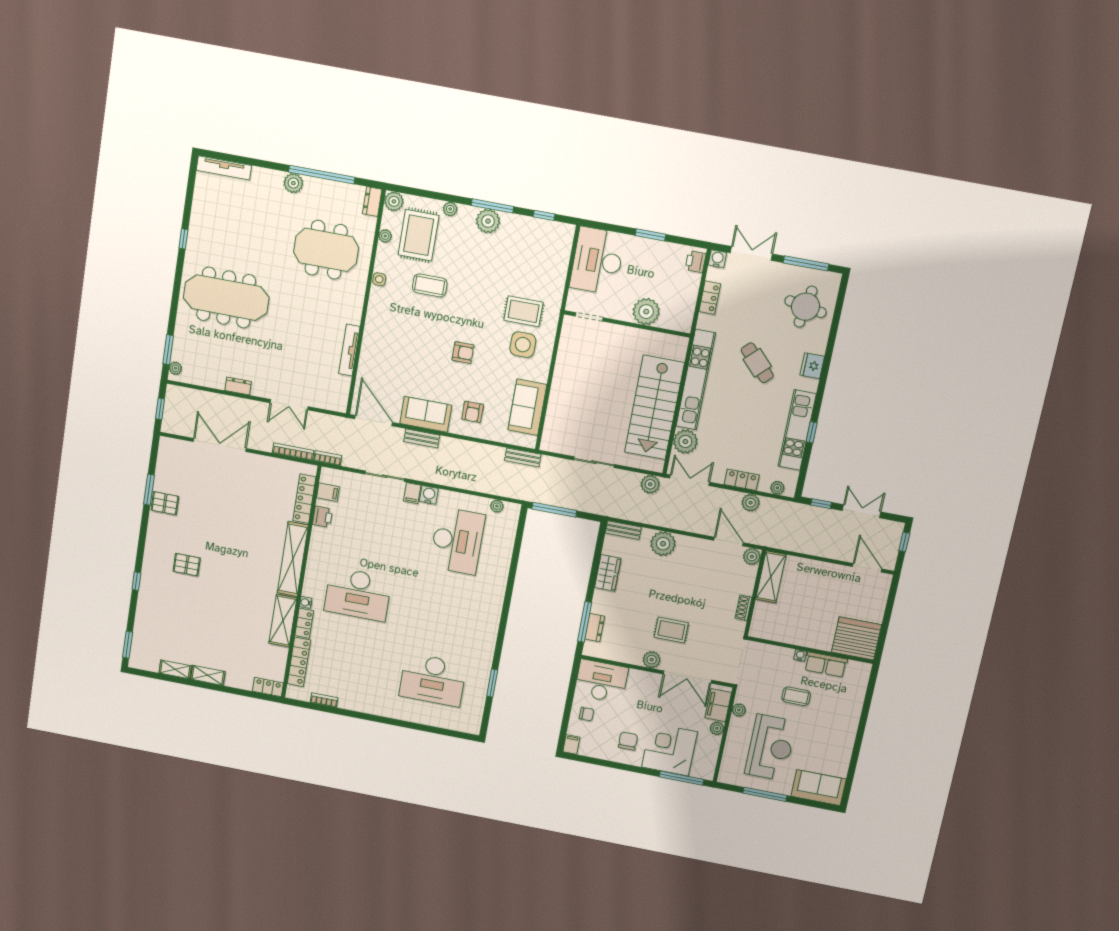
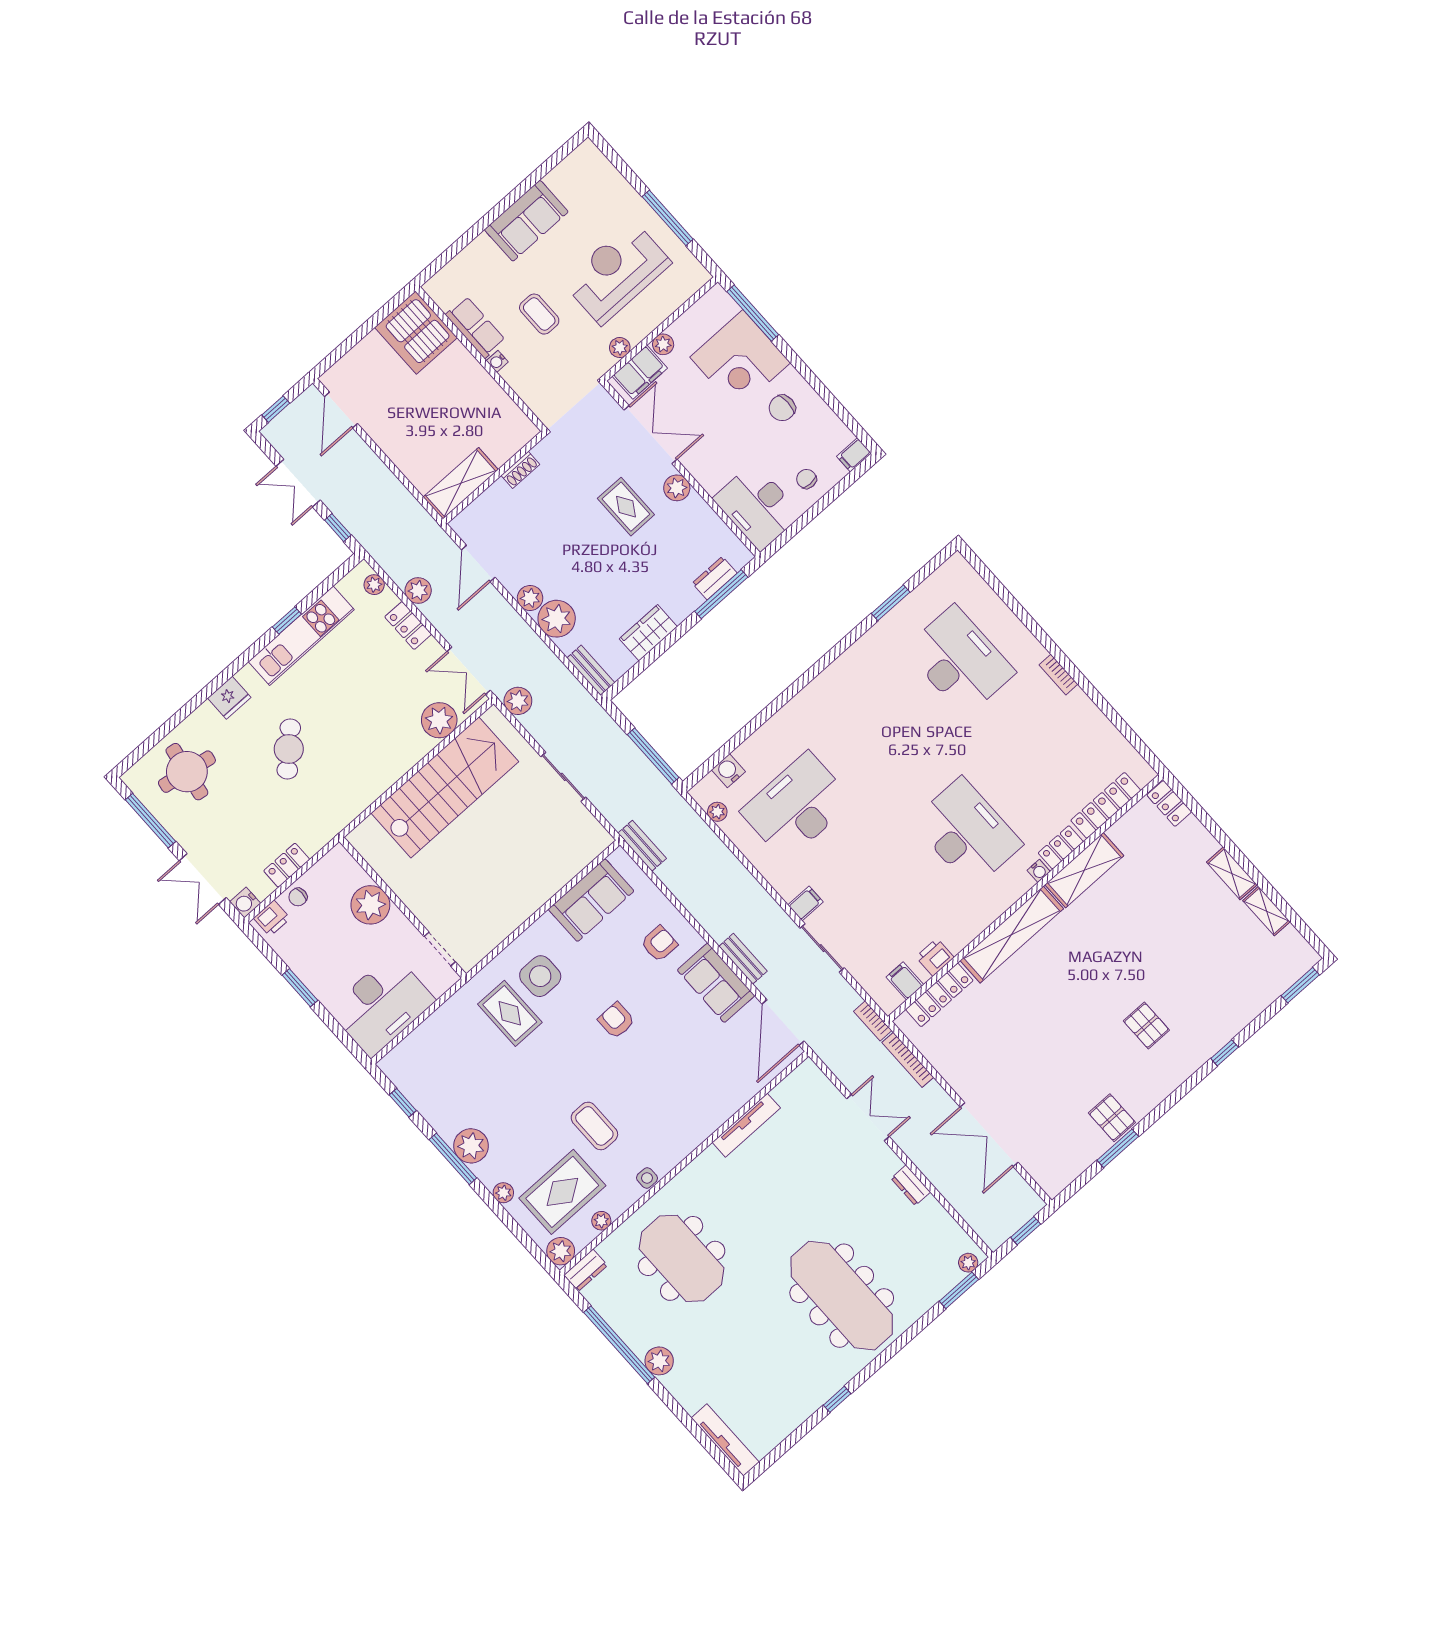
chair: (690, 285) -> (298, 897), added
kitchen unit: (696, 380) -> (373, 783), removed
water cooler: (429, 495) -> (728, 771), moved, turned 90
plant: (752, 556) -> (530, 598), moved
bookcase: (324, 700) -> (1058, 675), moved
sofa: (819, 788) -> (526, 221), moved, turned -90

